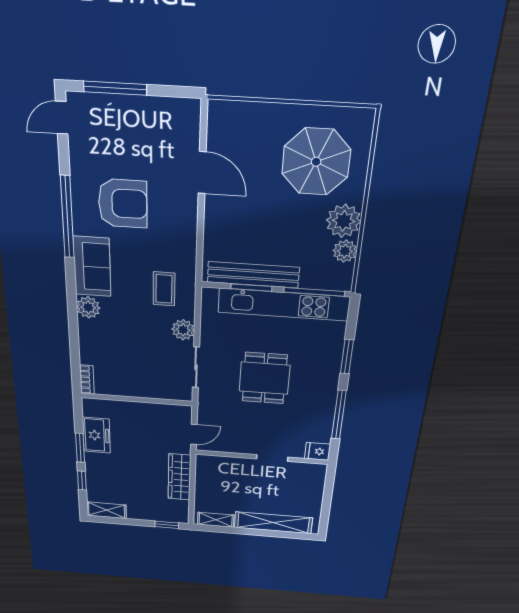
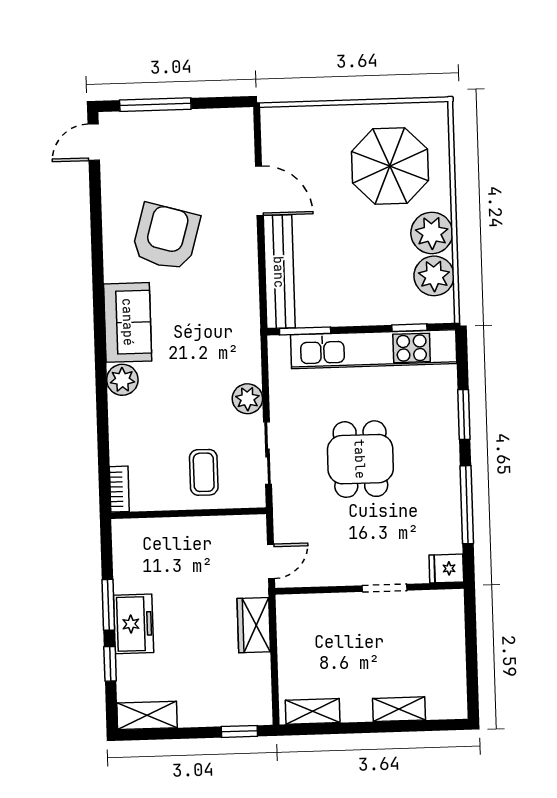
armchair: (123, 203) -> (166, 237), turned -74
window: (67, 217) -> (97, 261), removed
plant: (345, 251) -> (434, 276), width x1.36, depth x1.36
bench: (253, 275) -> (279, 272), moved, turned 90
window: (251, 288) -> (305, 331), moved
coffee table: (164, 289) -> (204, 472), moved
window: (314, 292) -> (409, 328), width x0.46
freezer: (96, 435) -> (134, 624), moved
wardrobe: (179, 477) -> (254, 625), width x0.67
shelving: (273, 523) -> (399, 709), width x0.45, depth x0.75

